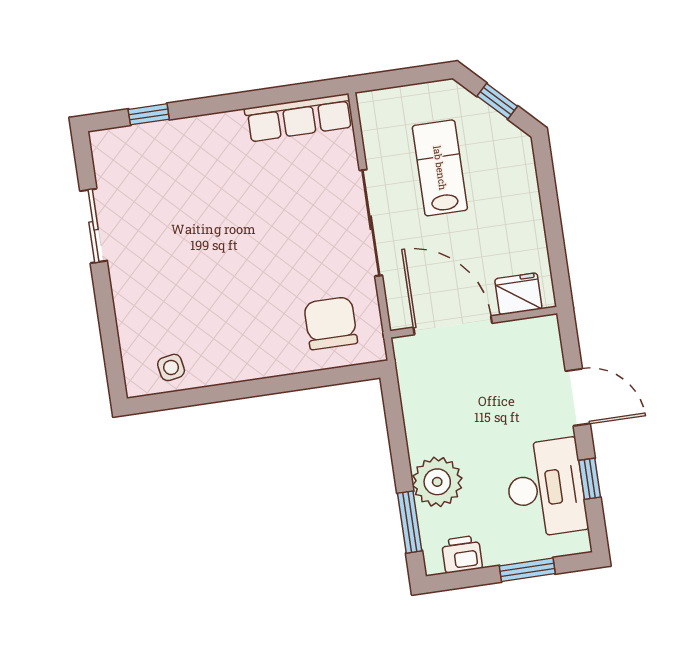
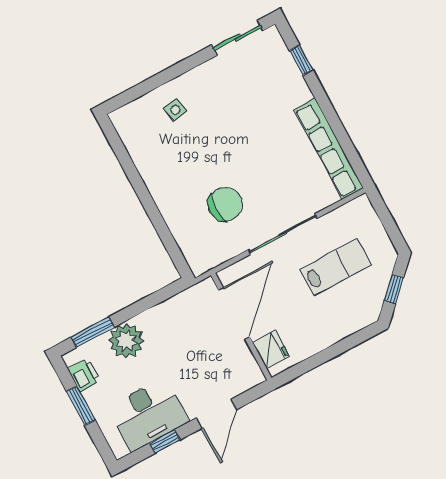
row of seats: (299, 118) -> (329, 149), width x1.36
sliding door: (93, 226) -> (237, 38), moved
chair: (331, 323) -> (225, 204), moved
side table: (171, 367) -> (175, 110), moved
window: (527, 570) -> (81, 406), moved

